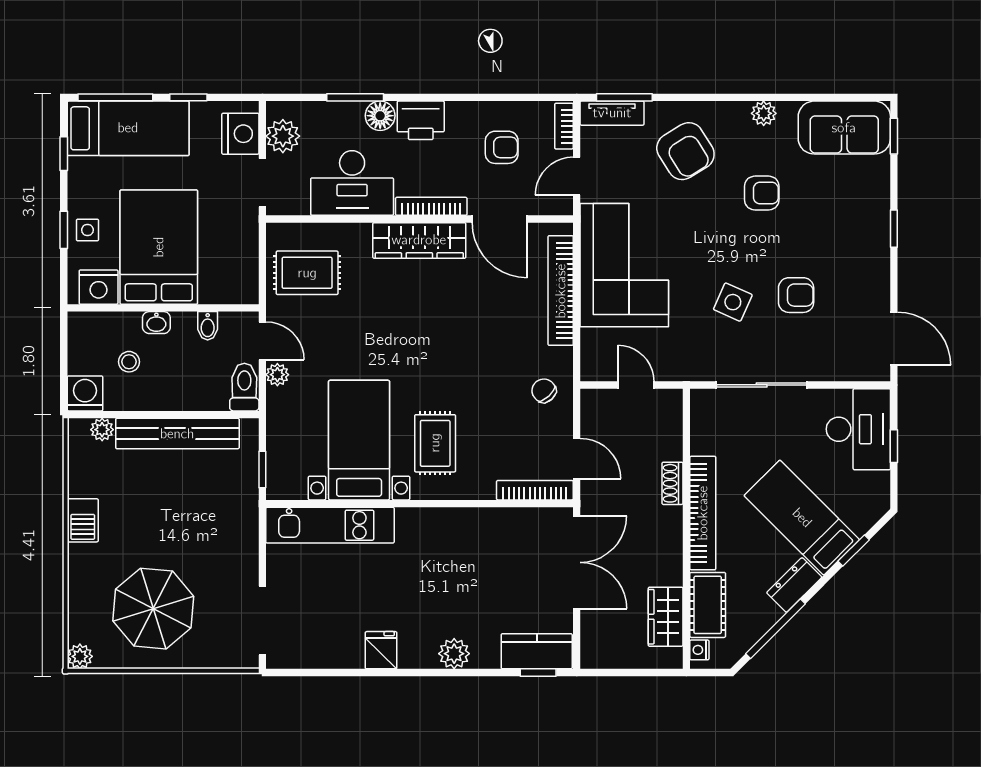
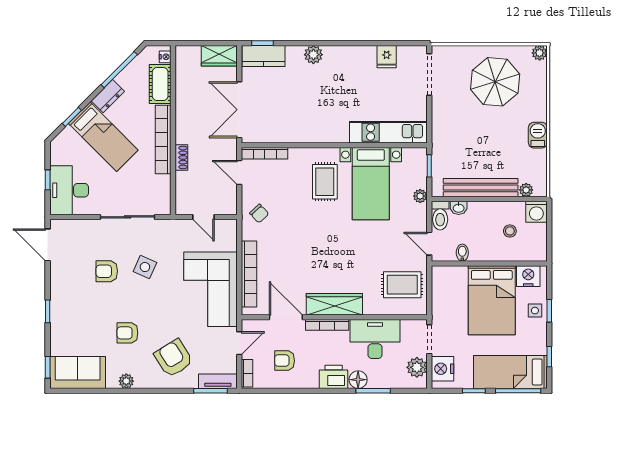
washbasin: (156, 323) -> (459, 208), moved, turned 180
plant: (277, 375) -> (420, 196), moved
wardrobe: (666, 617) -> (219, 56), moved, turned 90
fridge: (381, 650) -> (387, 57), moved

